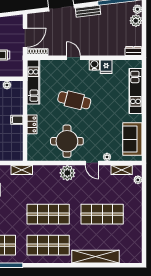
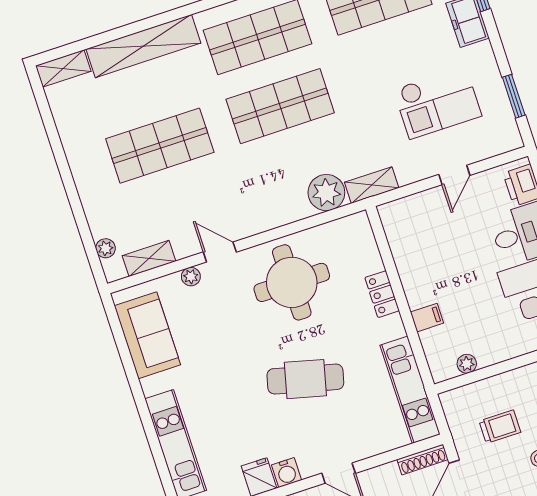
filing cabinet: (17, 120) -> (427, 318), moved
plant: (67, 173) -> (326, 193), moved
shelving: (131, 258) -> (63, 69), added

